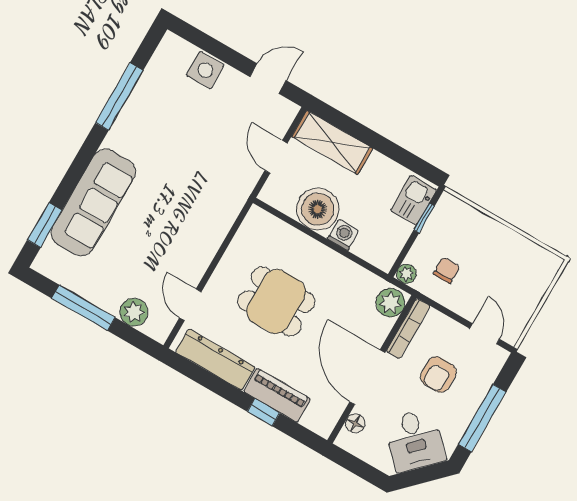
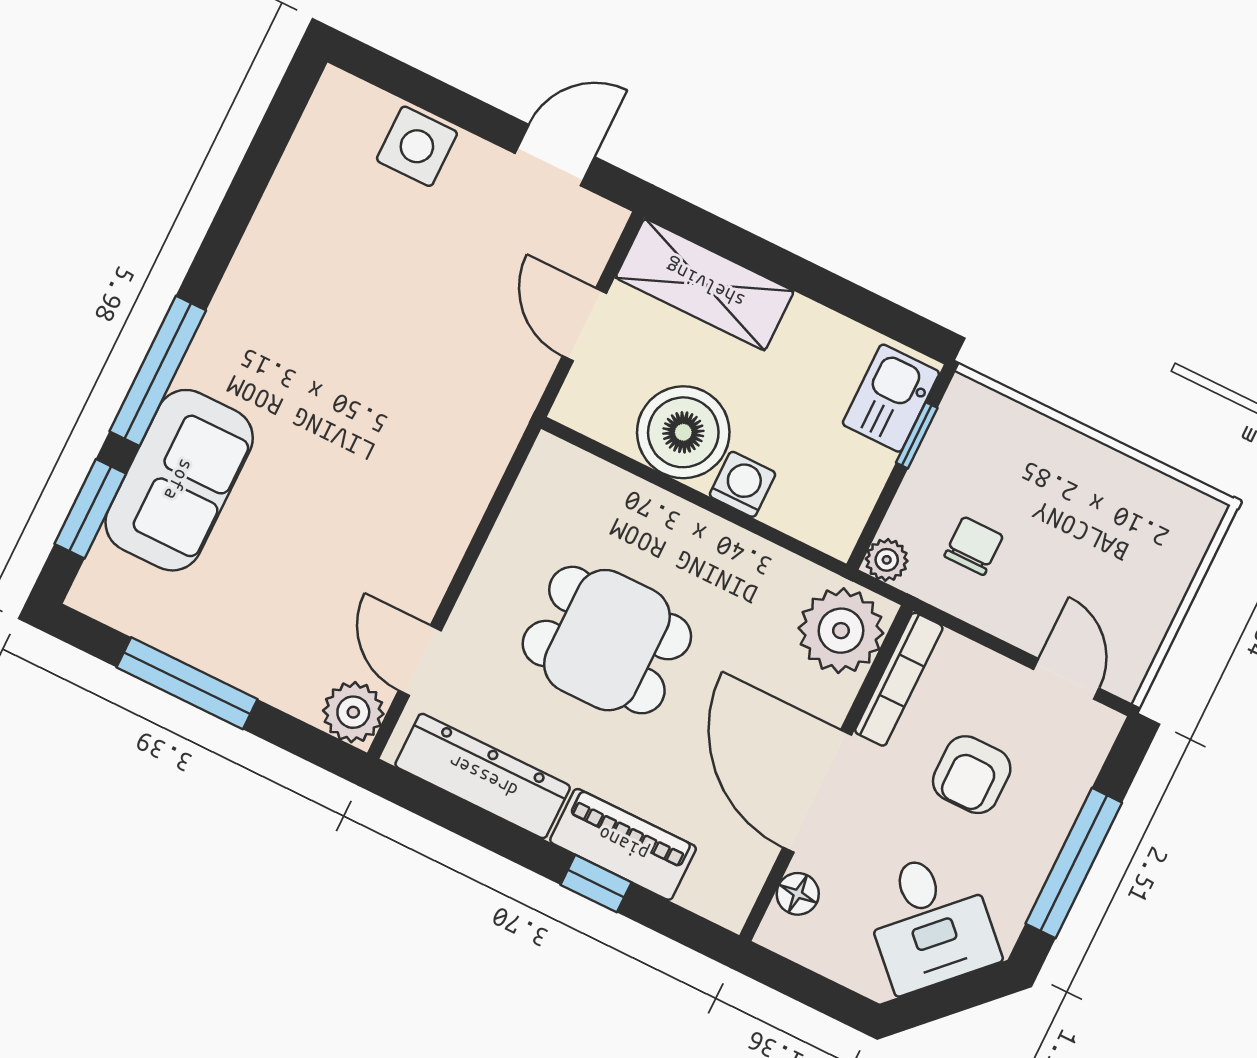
window: (119, 97) -> (158, 371), moved
sofa: (93, 202) -> (179, 480), width x0.73
plant: (390, 303) -> (841, 631), width x1.36, depth x1.36
plant: (134, 312) -> (353, 712), moved

